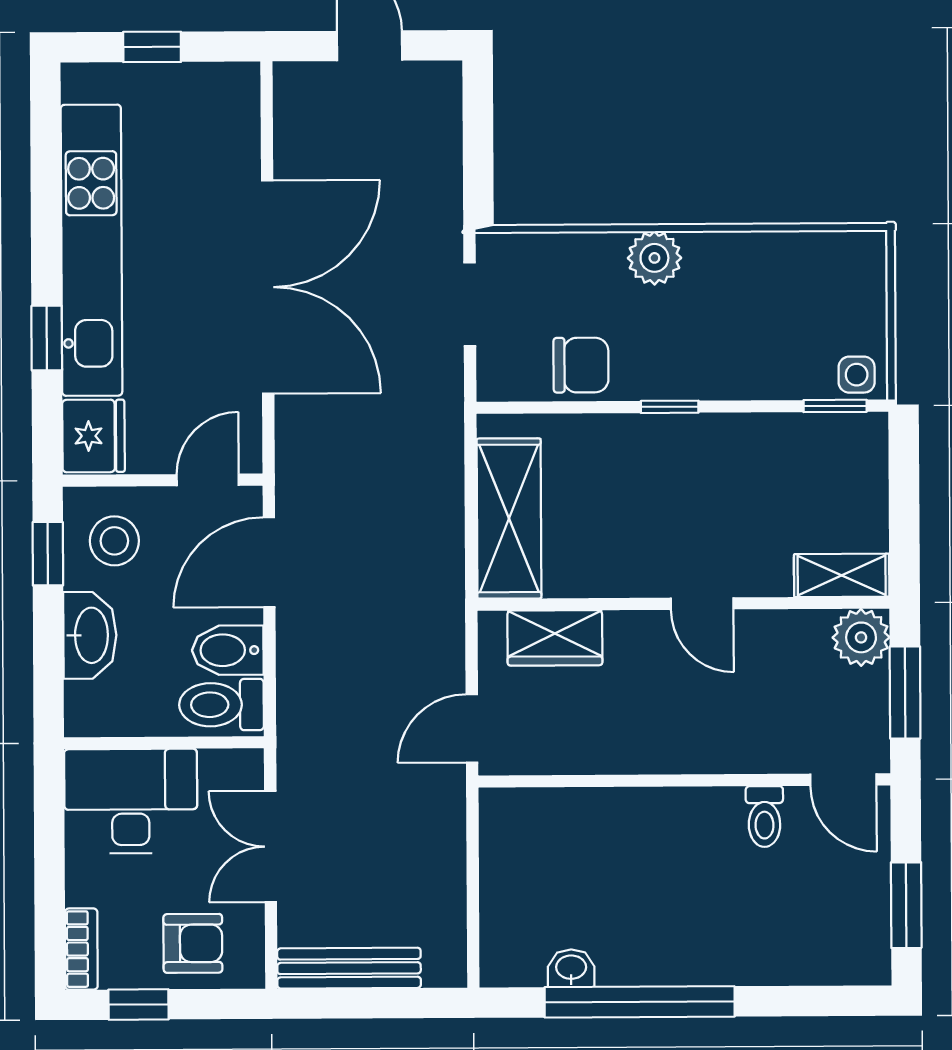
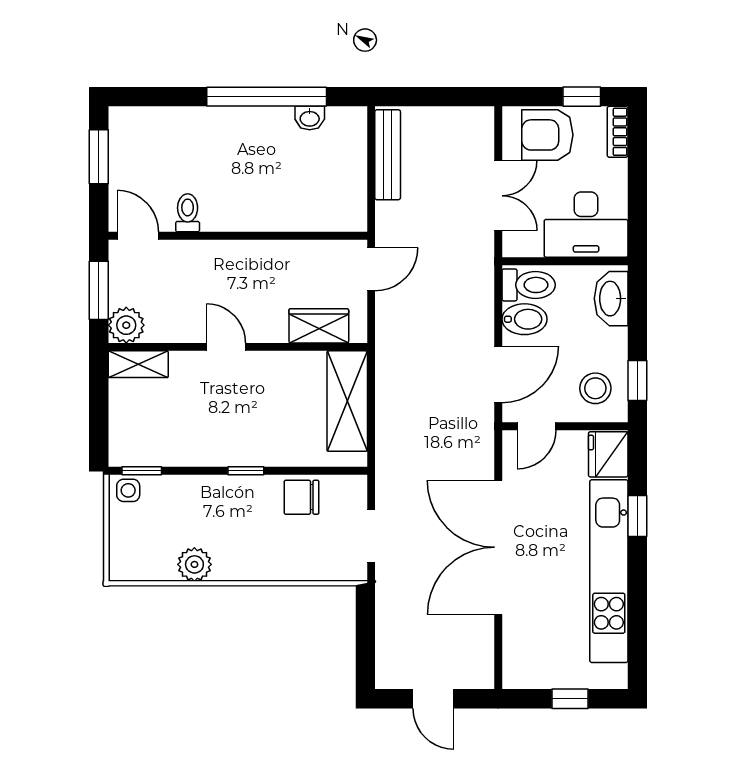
plant: (654, 258) -> (194, 564), moved
washbasin: (90, 635) -> (611, 299), moved
armchair: (193, 943) -> (547, 135), width x1.38, depth x1.38
bench: (349, 968) -> (388, 155), moved, turned 90

